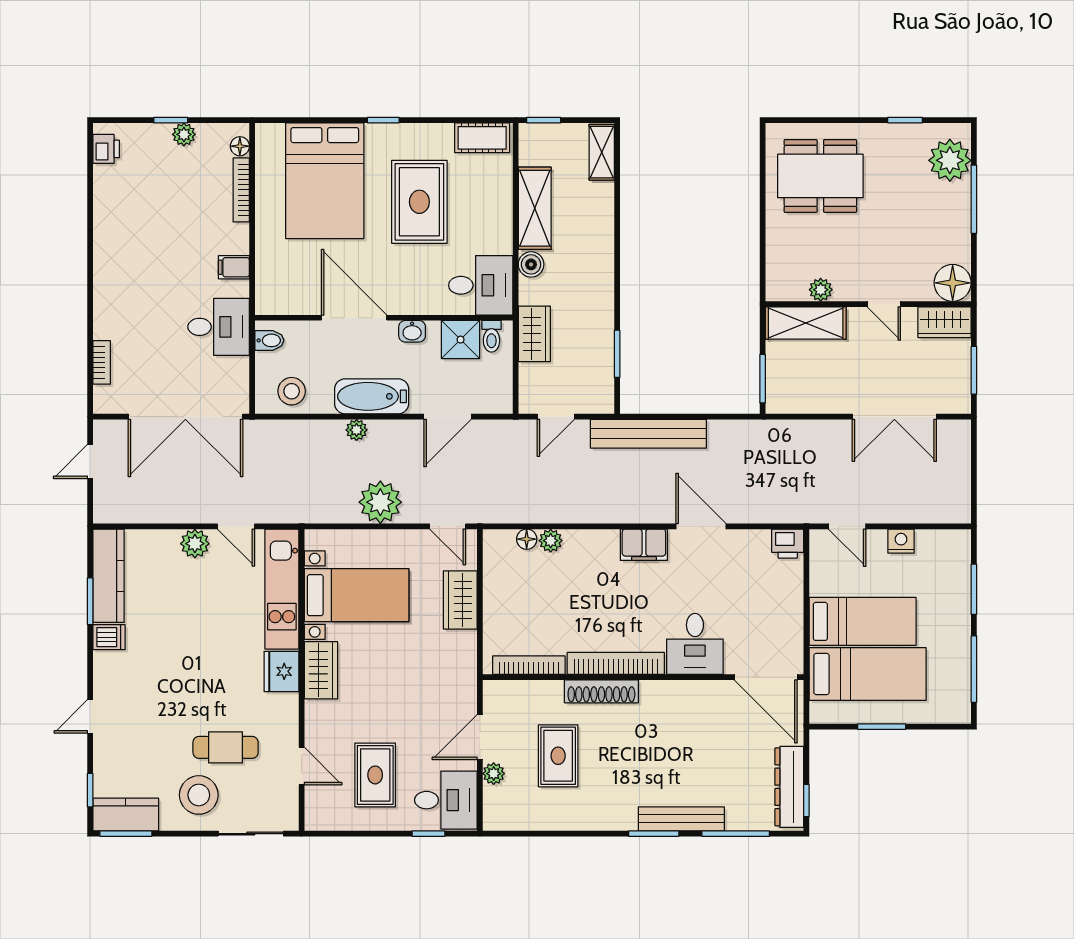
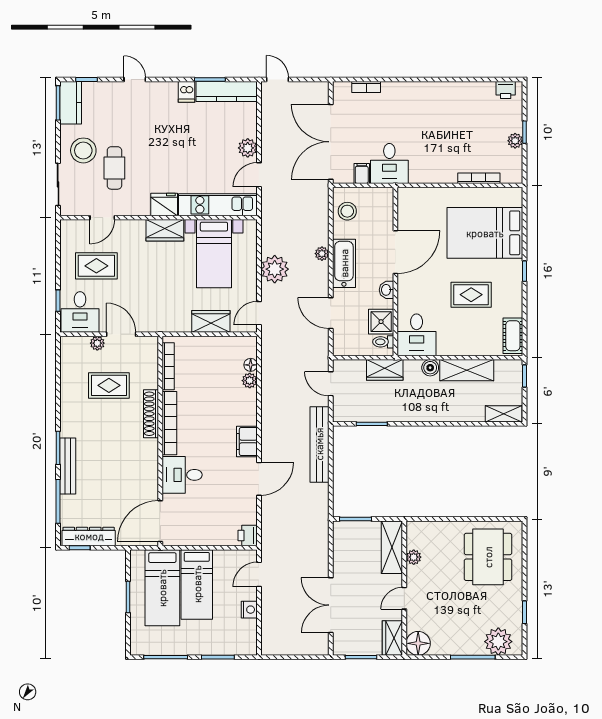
floor lamp: (240, 146) -> (507, 177), removed
rug: (419, 202) -> (471, 295), width x0.73, depth x0.70
filing cabinet: (234, 267) -> (362, 173), moved
bidet: (269, 340) -> (380, 197), removed
door: (90, 461) -> (277, 80), moved

